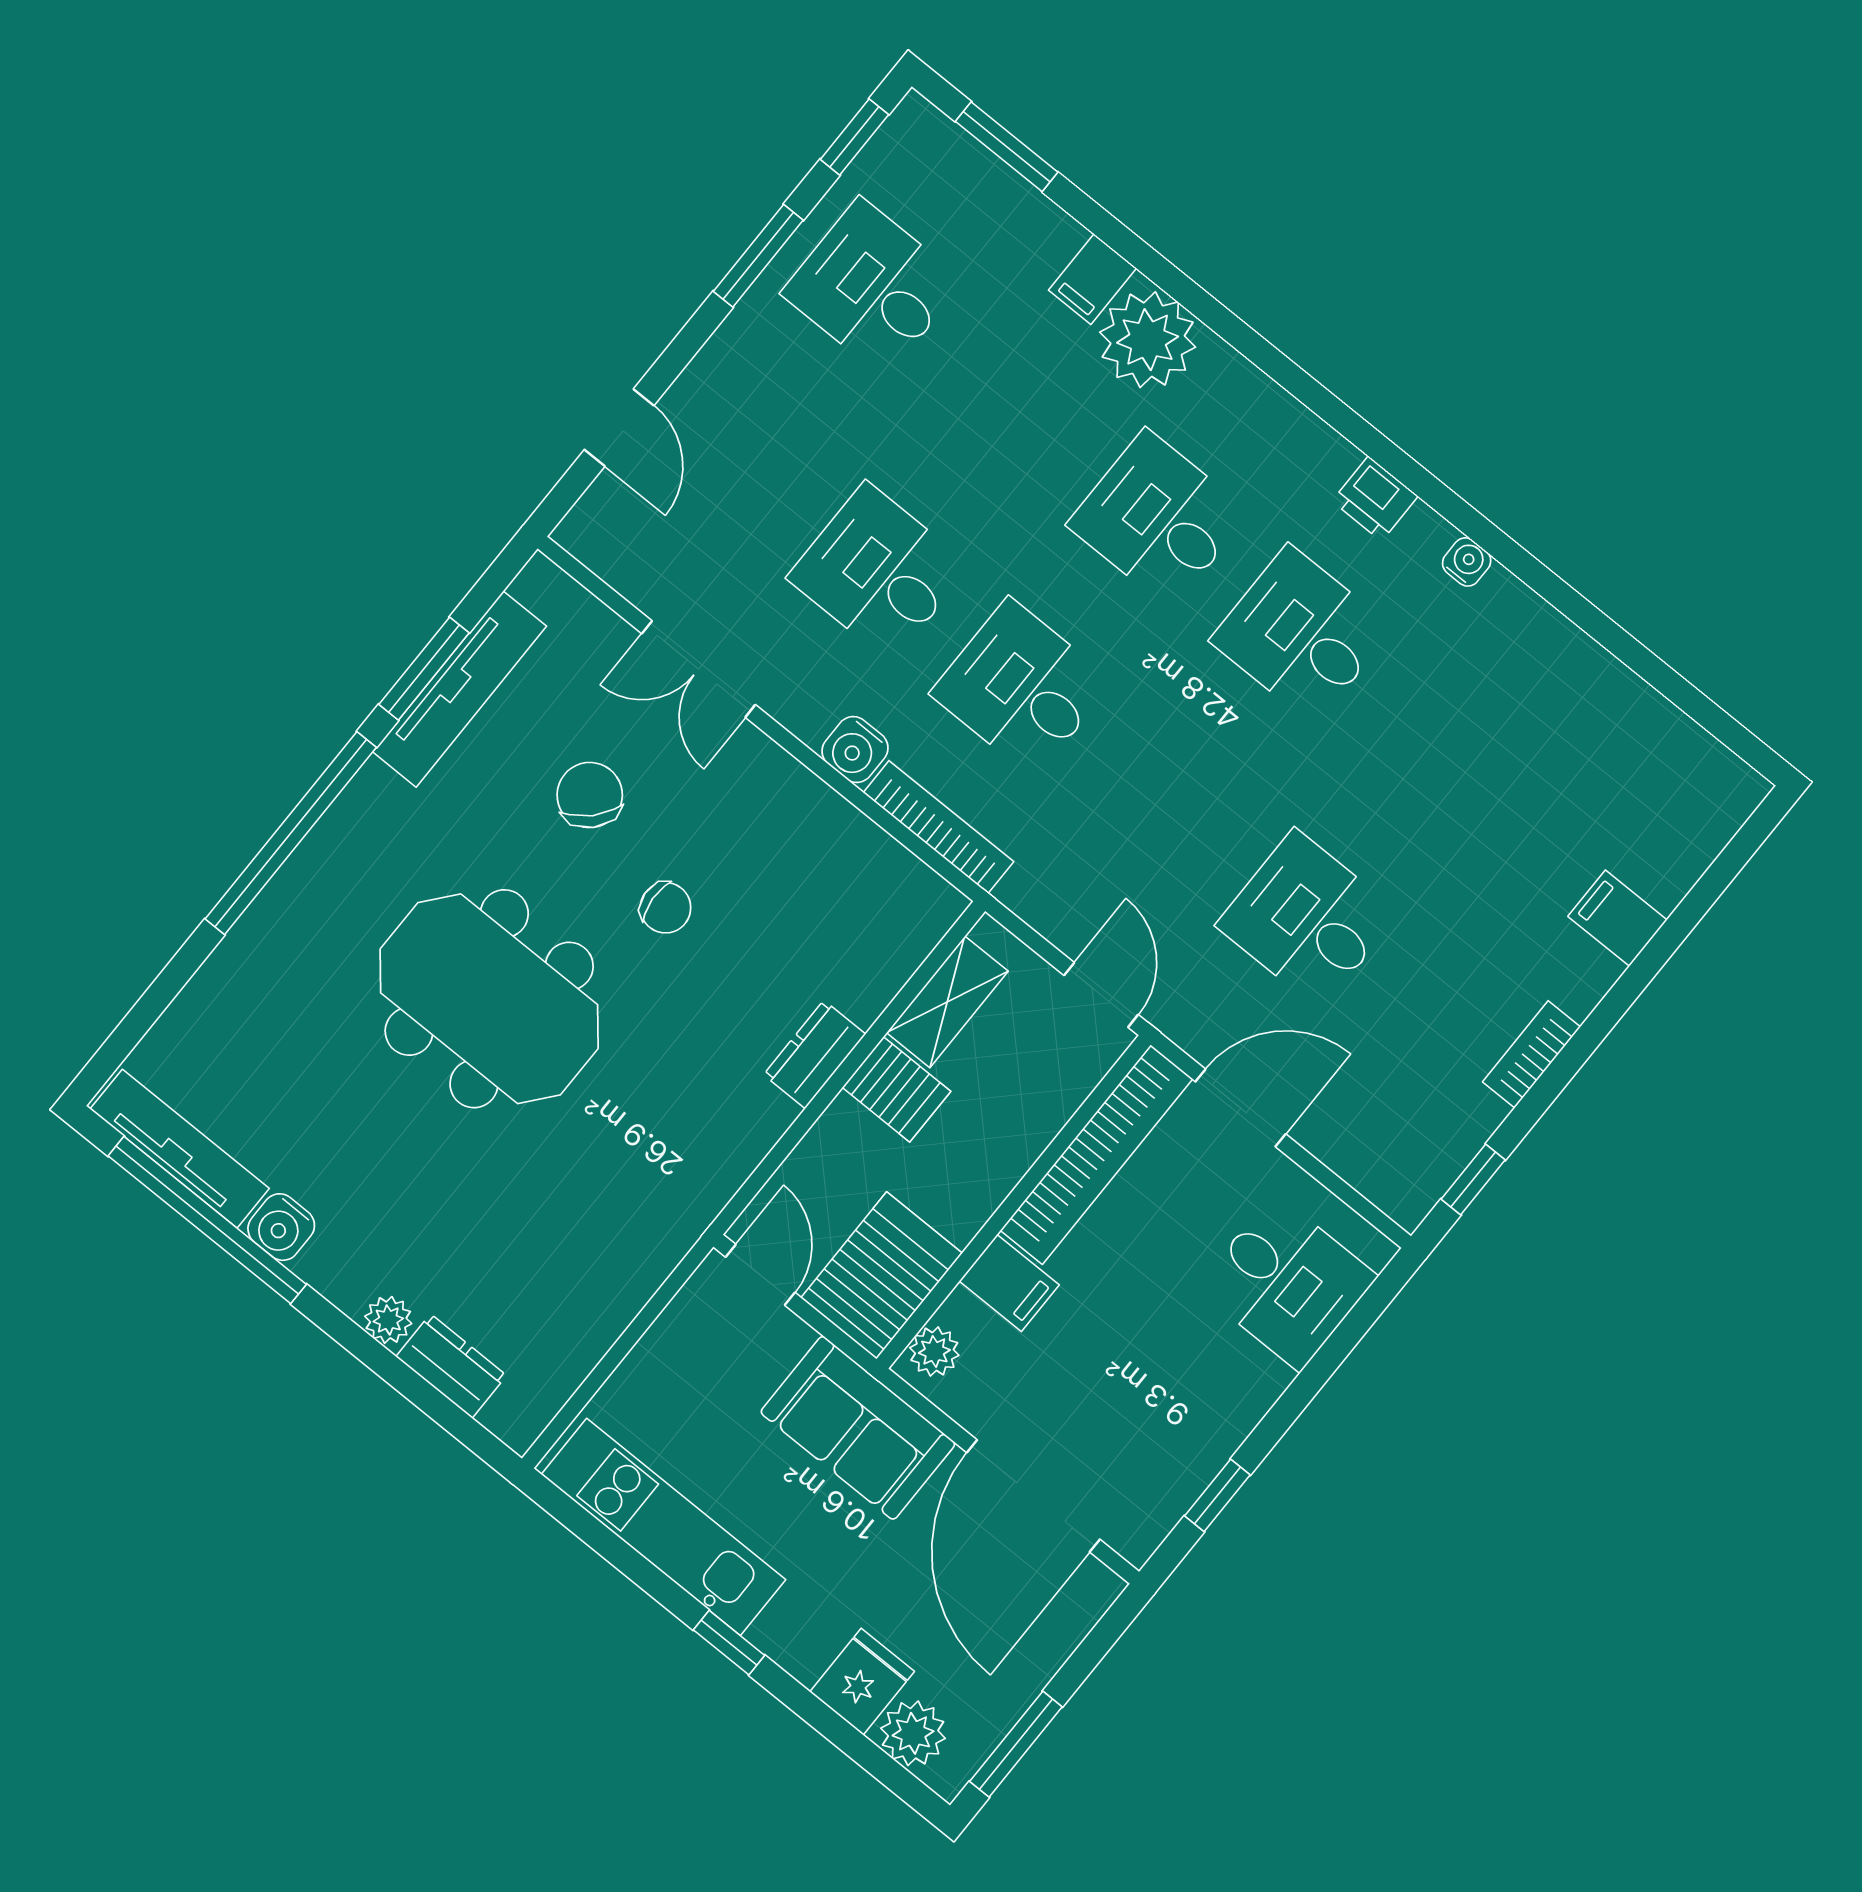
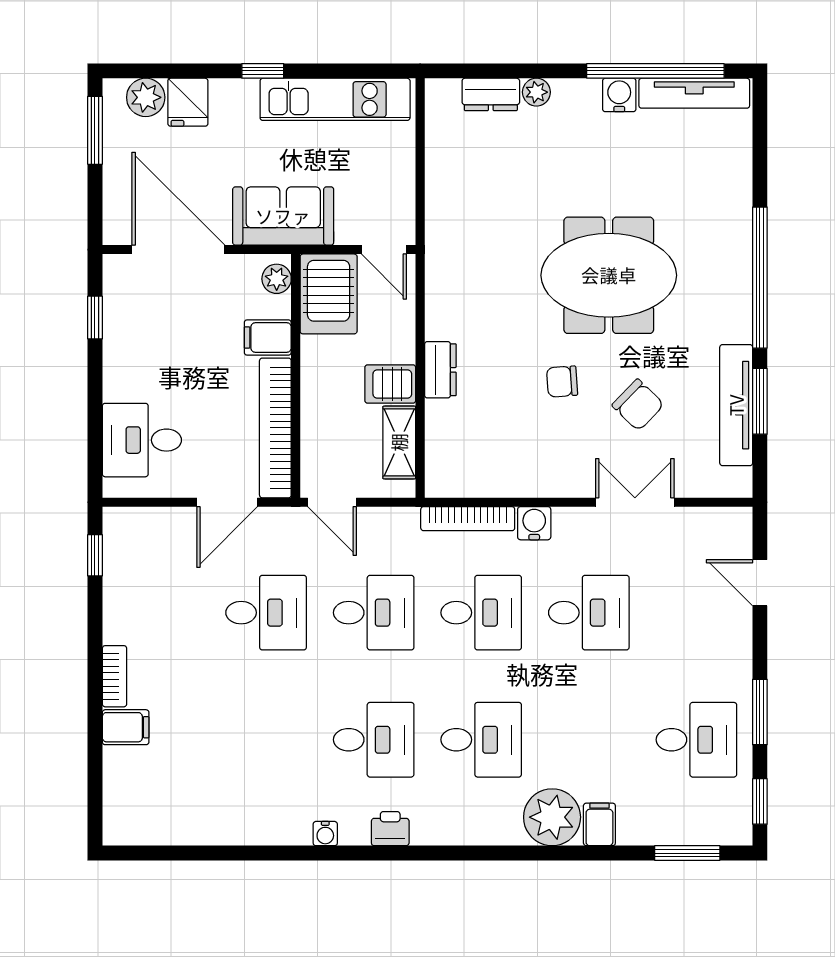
desk: (1165, 803) -> (374, 613), added
bookcase: (1532, 1054) -> (115, 676), moved

